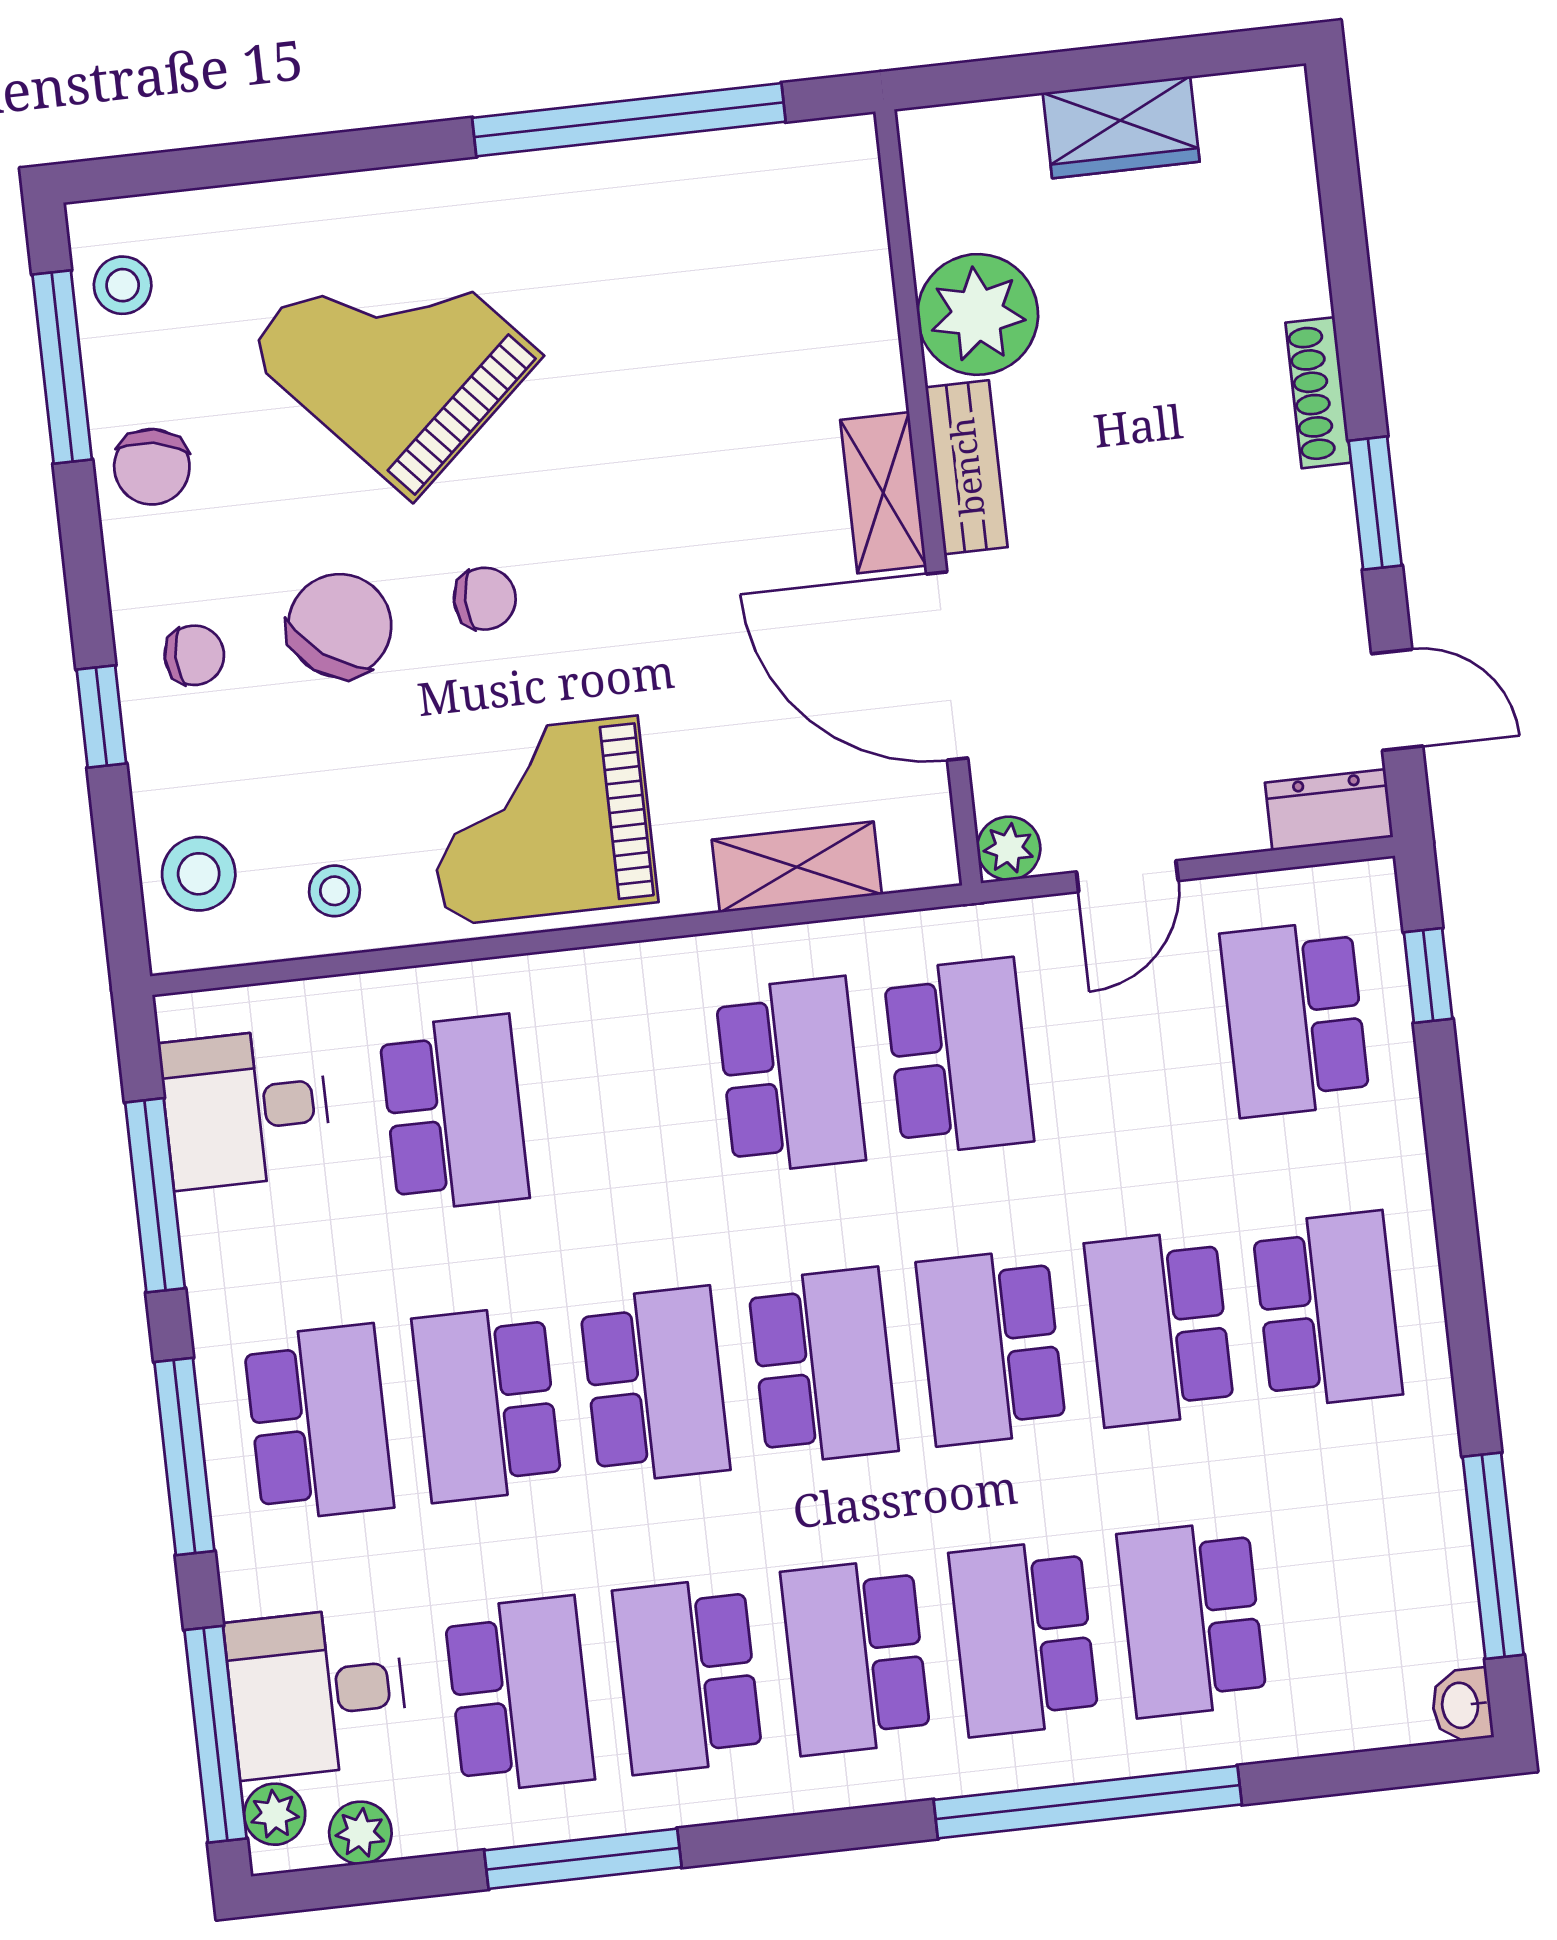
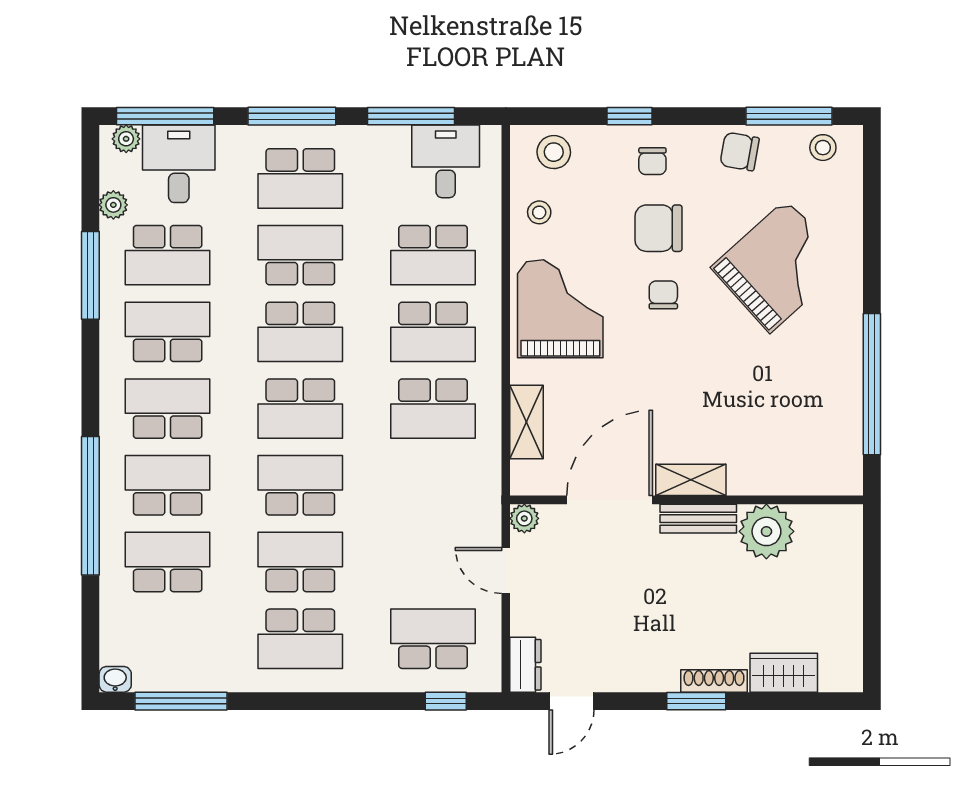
wardrobe: (1121, 127) -> (784, 673), moved, turned 90
window: (1375, 503) -> (696, 701), moved
chair: (485, 599) -> (663, 295), turned 180
chair: (340, 626) -> (658, 228), turned 143
school desk: (959, 1056) -> (433, 332), moved
plant: (360, 1833) -> (113, 205), moved

